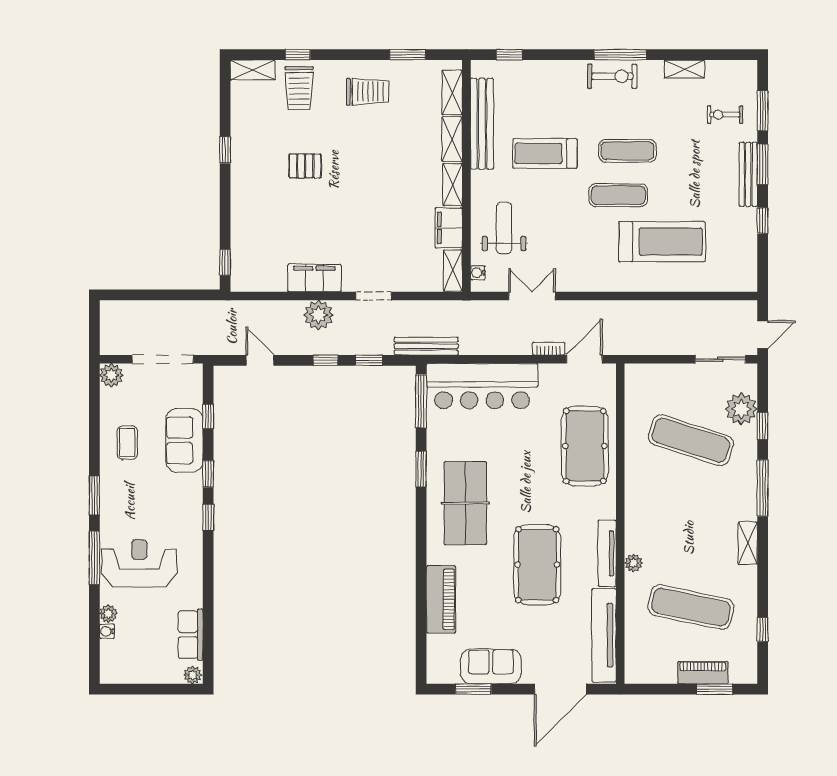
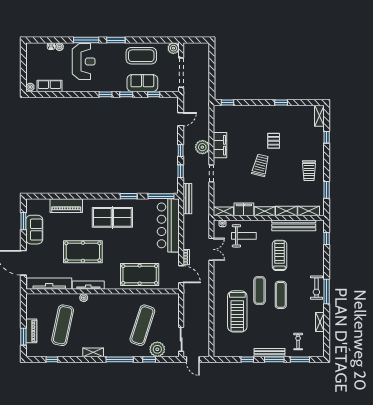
trolley: (299, 88) -> (260, 165), moved, turned 104
coffee table: (127, 443) -> (141, 56), width x1.86, depth x1.72

